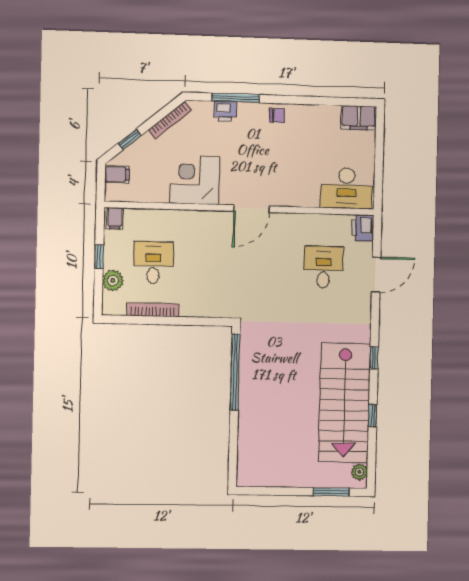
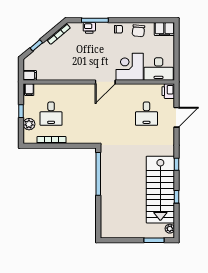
chair: (313, 119) -> (138, 31), added
filing cabinet: (117, 174) -> (30, 75), moved
corner desk: (195, 180) -> (130, 67), moved
desk: (153, 263) -> (51, 114), turned 180
desk: (323, 267) -> (147, 114), turned 180

